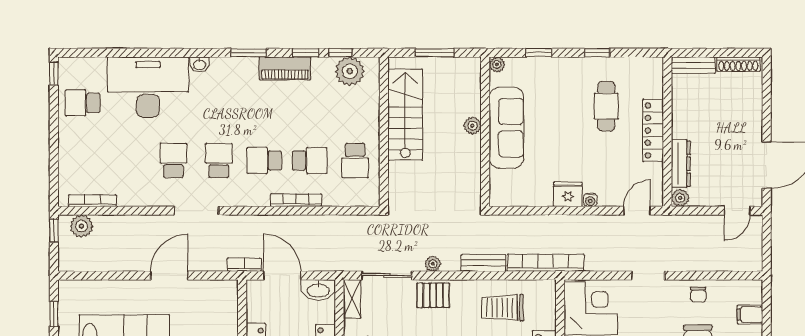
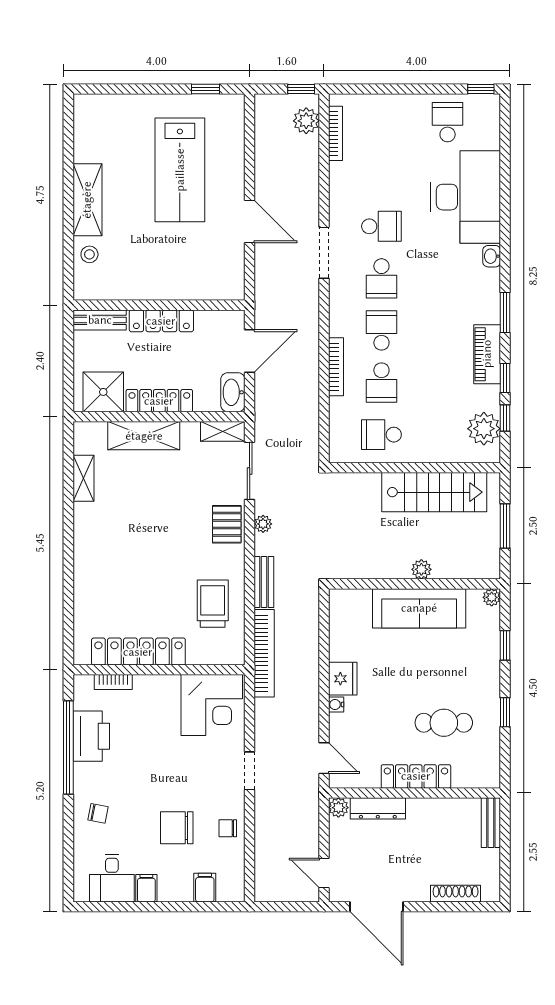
shoe rack: (738, 64) -> (456, 894), moved, turned 90
school desk: (219, 161) -> (381, 278), turned 90
bookcase: (244, 265) -> (262, 308), removed

